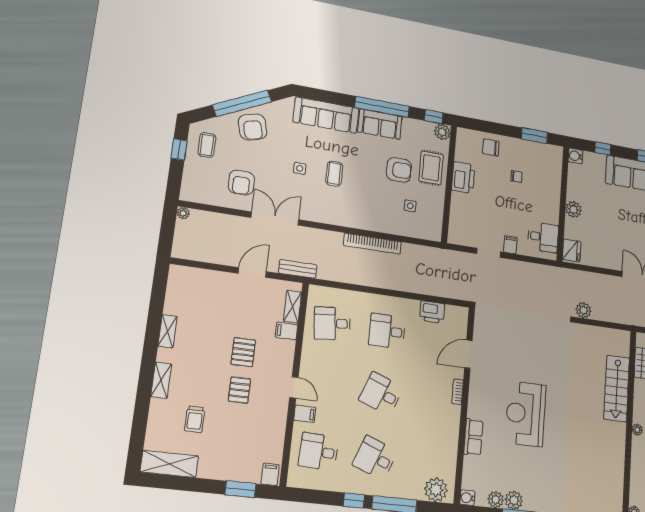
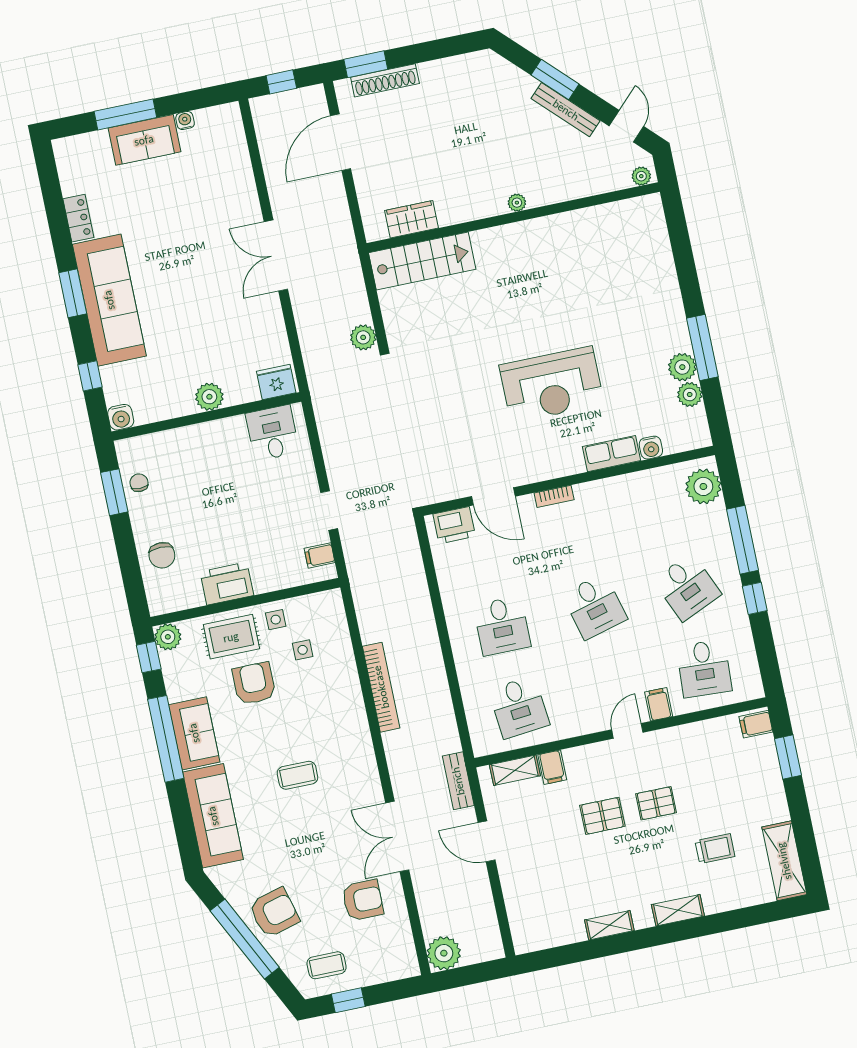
side table: (300, 168) -> (276, 620), moved
chair: (516, 177) -> (139, 483), moved
plant: (183, 213) -> (444, 953), width x1.87, depth x1.87
filing cabinet: (510, 245) -> (320, 555), moved
printer: (432, 312) -> (454, 525), moved, turned 90
stairs: (617, 388) -> (422, 261), moved
desk: (381, 394) -> (595, 607), turned -36
desk: (375, 458) -> (687, 587), turned -45
water cooler: (467, 498) -> (651, 448), moved

